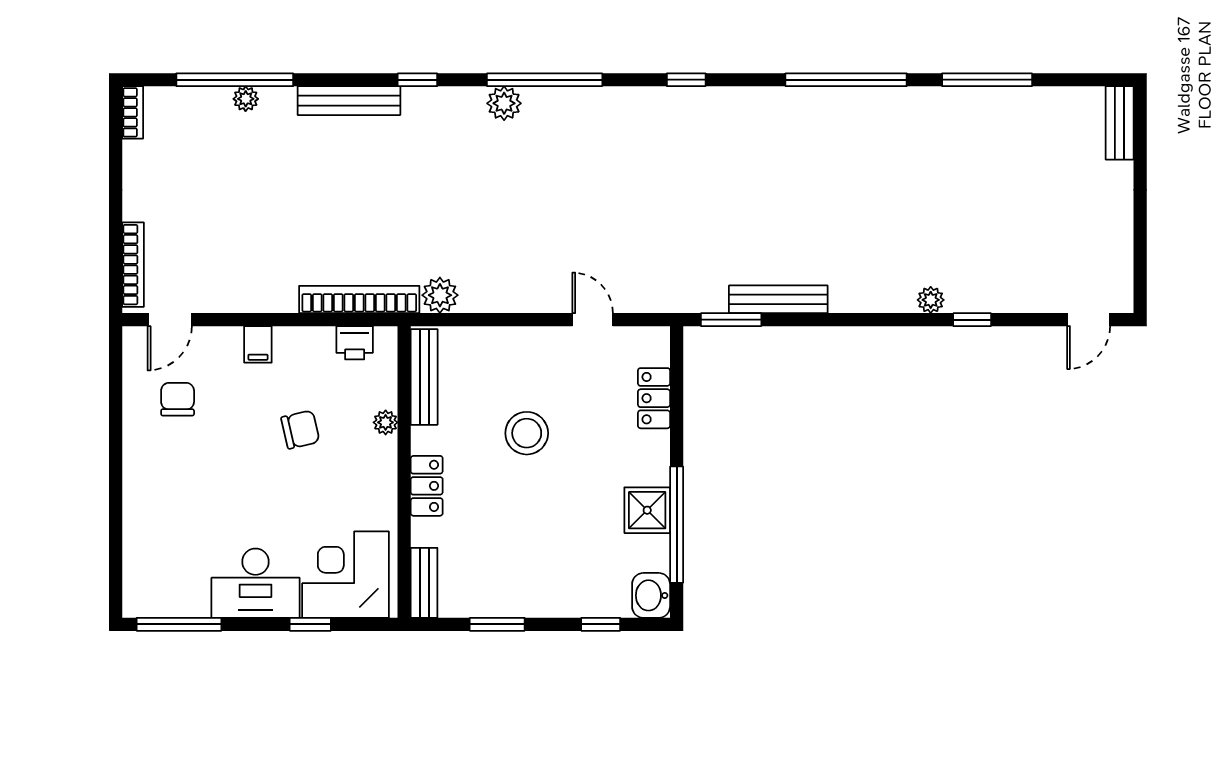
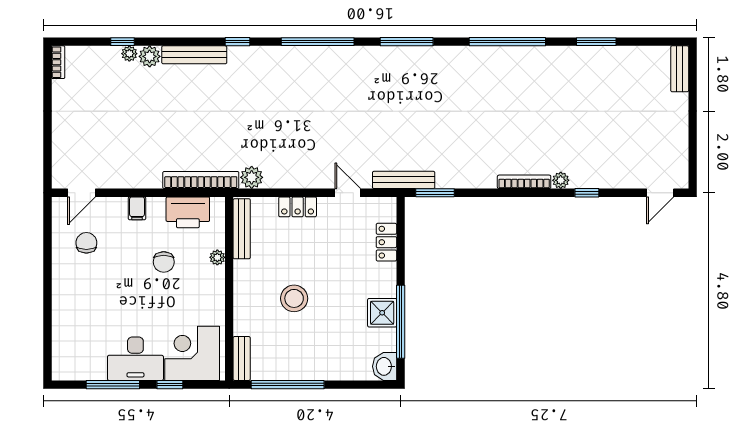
window: (235, 80) -> (122, 42), width x0.32
window: (686, 80) -> (407, 42), width x2.17
window: (987, 80) -> (596, 42), width x0.69
plant: (504, 103) -> (150, 56), moved
bookcase: (133, 265) -> (524, 182), moved, turned -90
bench: (778, 299) -> (404, 180), moved
printer: (355, 343) -> (188, 212), width x1.87, depth x1.48
chair: (300, 430) -> (164, 262), turned 103
stool: (527, 433) -> (294, 298), moved
locker: (427, 486) -> (298, 207), moved, turned 90
window: (179, 624) -> (113, 385), moved
window: (497, 624) -> (288, 385), width x2.11
window: (601, 624) -> (353, 385), removed

